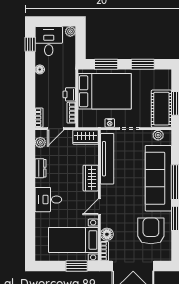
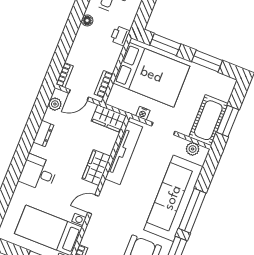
printer: (69, 94) -> (120, 36), moved
floor lamp: (107, 234) -> (89, 239), removed

